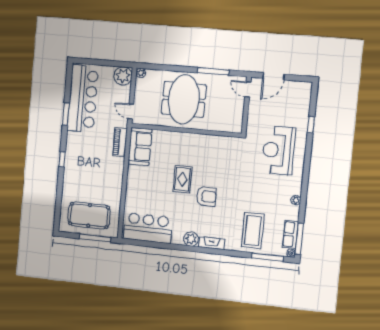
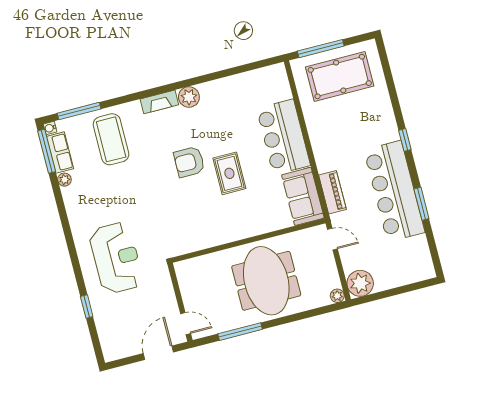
bar counter: (83, 99) -> (394, 191), moved
plant: (296, 200) -> (64, 180), moved
bar counter: (148, 228) -> (283, 137), moved, turned 90

